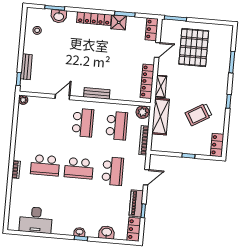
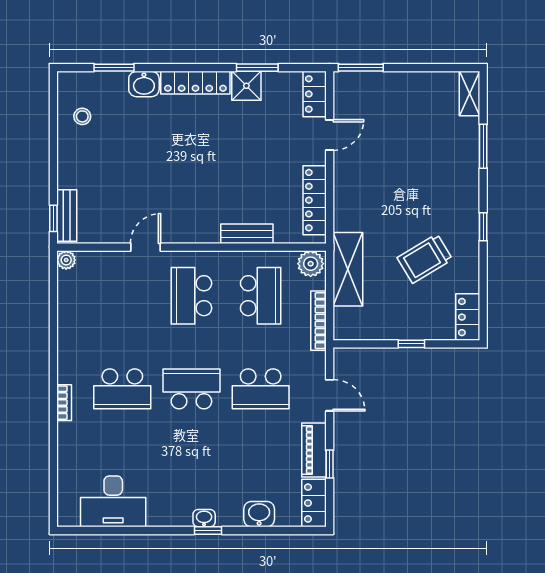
washbasin: (59, 16) -> (144, 84), moved
pallet: (194, 48) -> (403, 123), removed
bench: (26, 67) -> (67, 215), moved
shelving: (161, 86) -> (470, 94), moved
bench: (97, 93) -> (247, 234), moved
school desk: (83, 123) -> (191, 296), turned 180
school desk: (79, 168) -> (191, 389), turned 180
school desk: (113, 171) -> (261, 389), turned 90
door: (146, 177) -> (330, 395), hinge flipped

